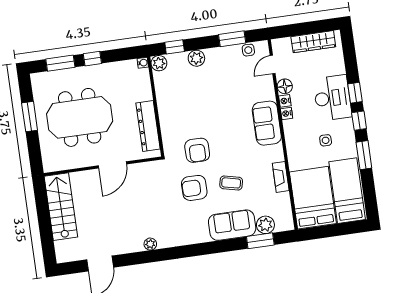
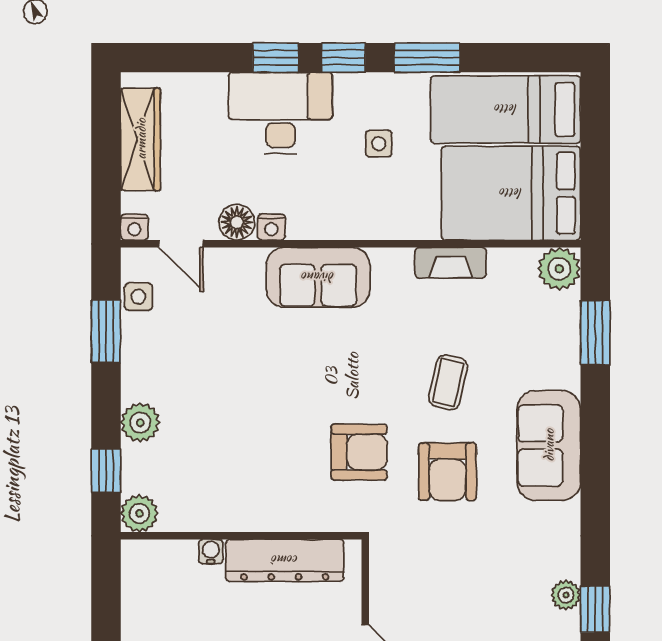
water cooler: (143, 63) -> (211, 552), moved
nightstand: (287, 113) -> (134, 227), moved
sofa: (232, 225) -> (549, 445), moved
plant: (265, 225) -> (559, 269), moved
window: (146, 257) -> (595, 609), added

